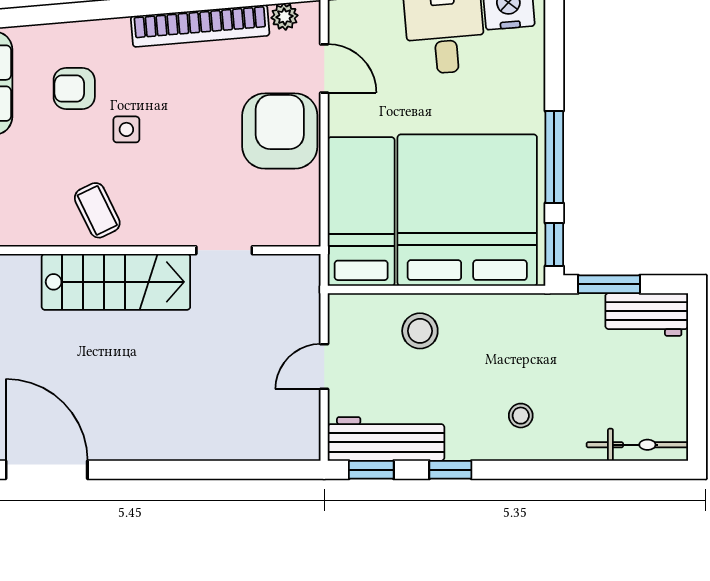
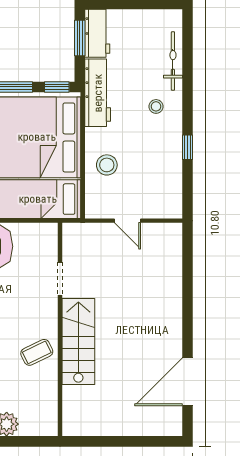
window: (609, 284) -> (80, 38), moved
workbench: (386, 439) -> (98, 93), moved, turned 180
bicycle: (637, 445) -> (173, 61), moved
window: (371, 470) -> (187, 193), removed

